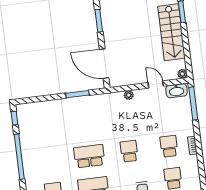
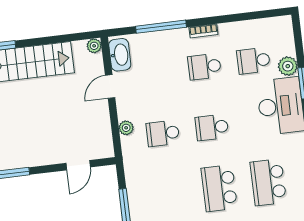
door: (104, 64) -> (78, 165), width x0.53
window: (193, 103) -> (161, 27), moved
school desk: (125, 119) -> (163, 133), added

